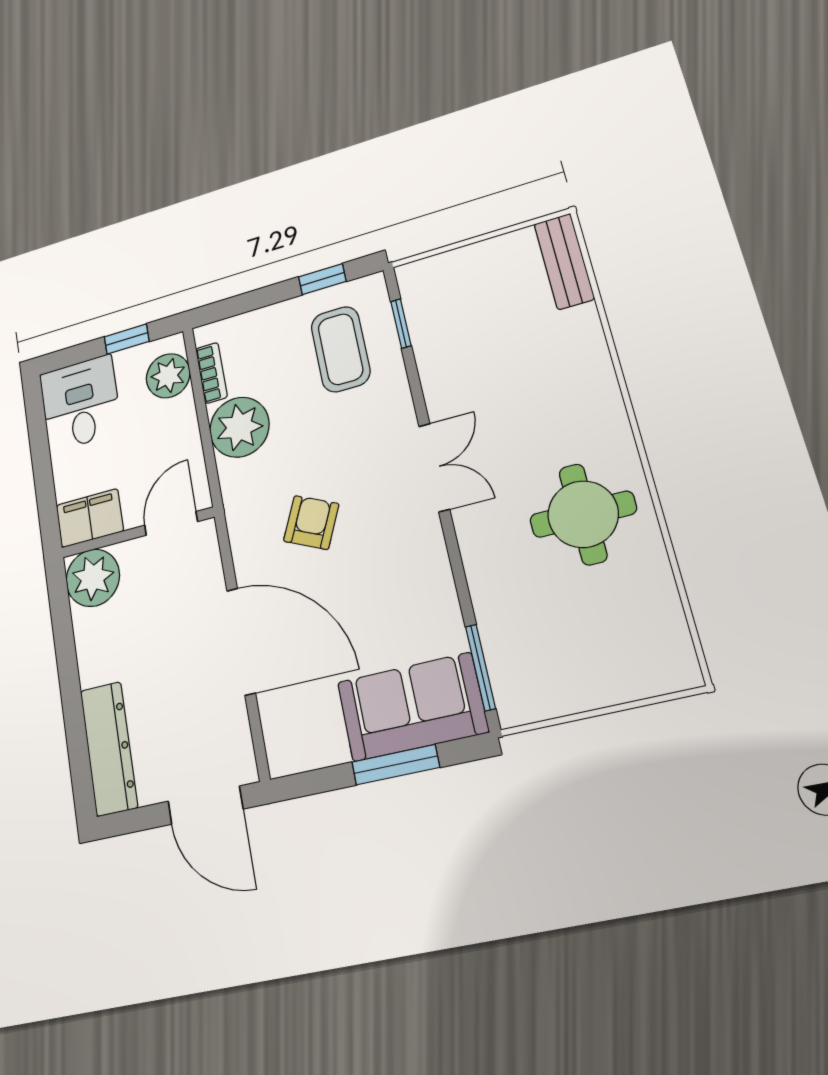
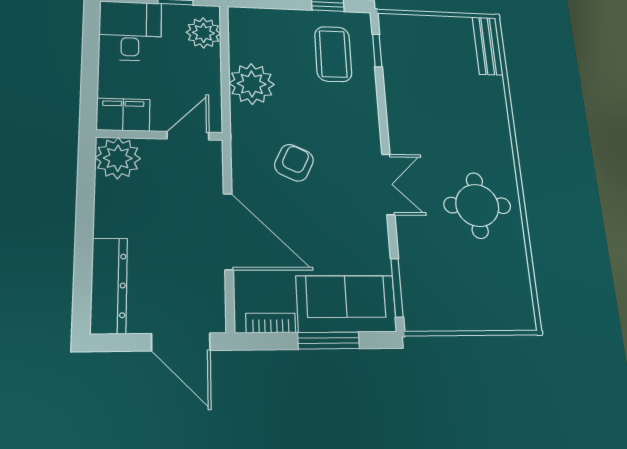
bookcase: (211, 373) -> (271, 323), moved, turned -90
double door: (434, 467) -> (388, 184), moved

